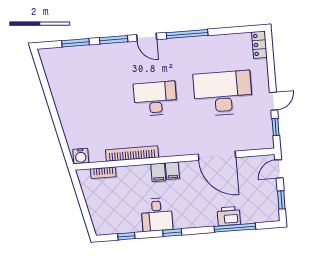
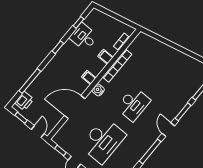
door: (147, 37) -> (168, 130), hinge flipped
water cooler: (81, 156) -> (98, 90), moved
filing cabinet: (158, 172) -> (106, 57), moved
desk: (157, 215) -> (84, 37), moved
printer: (229, 216) -> (24, 101), moved

